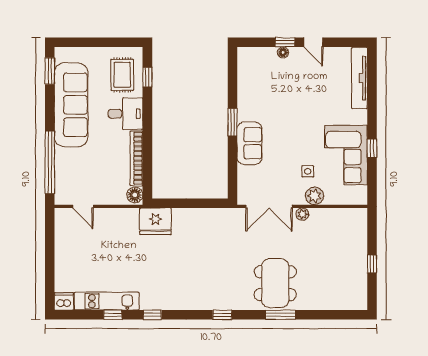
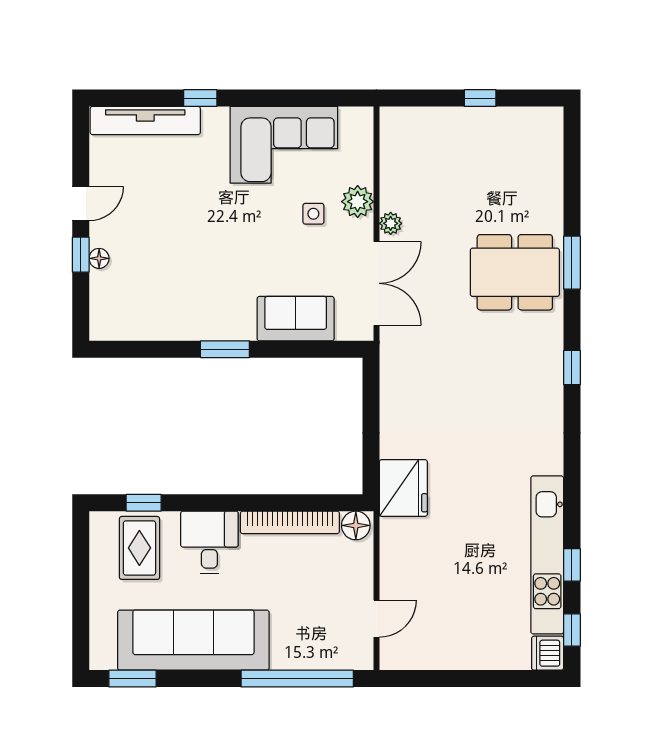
rug: (122, 75) -> (139, 548), turned 90
sofa: (250, 143) -> (296, 319), moved
window: (372, 148) -> (200, 98), moved
kitchen unit: (107, 301) -> (547, 555), width x1.36
window: (152, 315) -> (572, 630), moved

